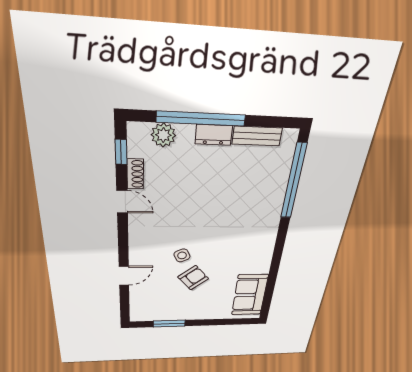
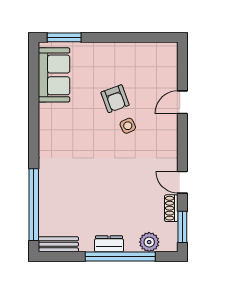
bench: (257, 136) -> (58, 244), moved
window: (121, 152) -> (182, 227), width x1.50
armchair: (193, 278) -> (115, 99), turned -70
window: (169, 324) -> (64, 37), moved

